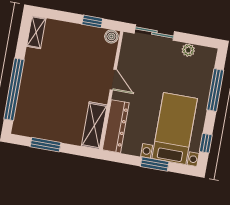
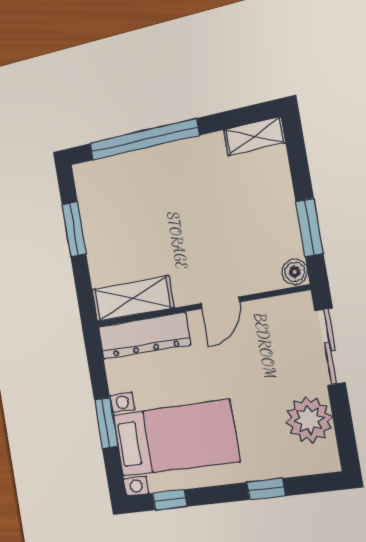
window: (92, 21) -> (310, 228), width x1.50
plant: (188, 50) -> (309, 420), width x1.87, depth x1.87
window: (215, 90) -> (266, 489), width x0.46

